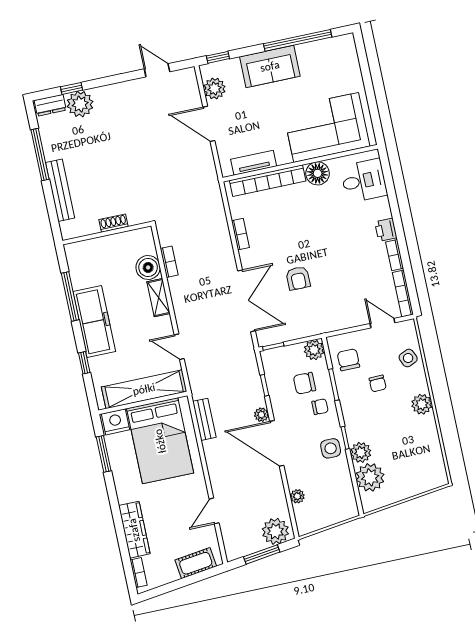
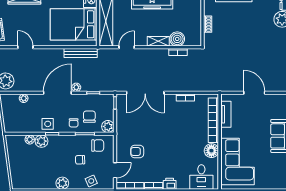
plant: (214, 89) -> (274, 101), removed
door: (209, 124) -> (254, 93), hinge flipped
armchair: (298, 278) -> (137, 152), moved
bench: (204, 419) -> (81, 53), width x1.36
plant: (370, 477) -> (30, 139), width x0.53, depth x0.53

